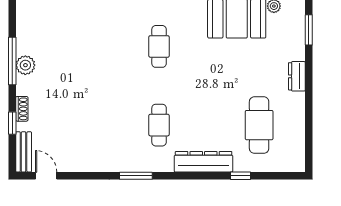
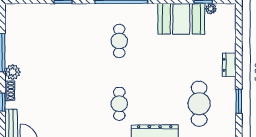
window: (309, 30) -> (239, 101), moved
plant: (25, 65) -> (13, 72), moved

